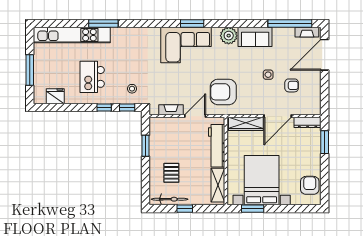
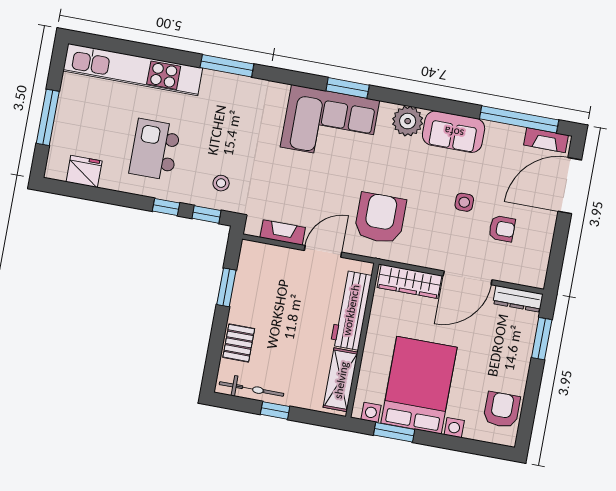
window: (103, 23) -> (227, 66), moved
armchair: (223, 92) -> (380, 218), turned 90
pallet: (171, 173) -> (239, 343), moved

